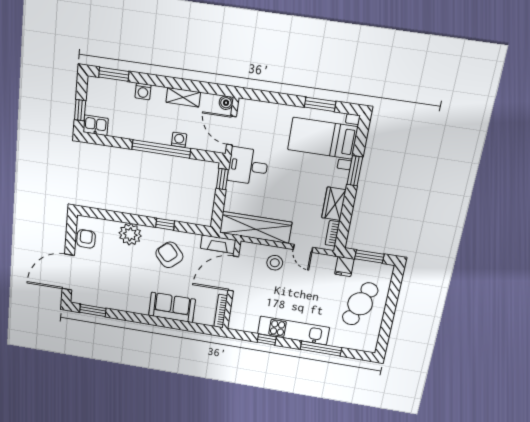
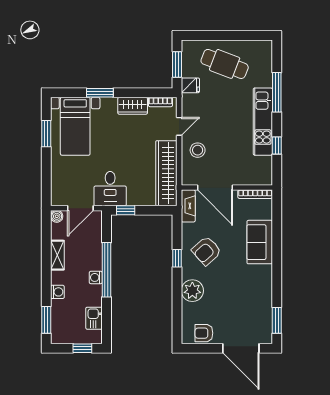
kitchen sink: (96, 125) -> (94, 318), moved
washing machine: (179, 140) -> (96, 277), moved

